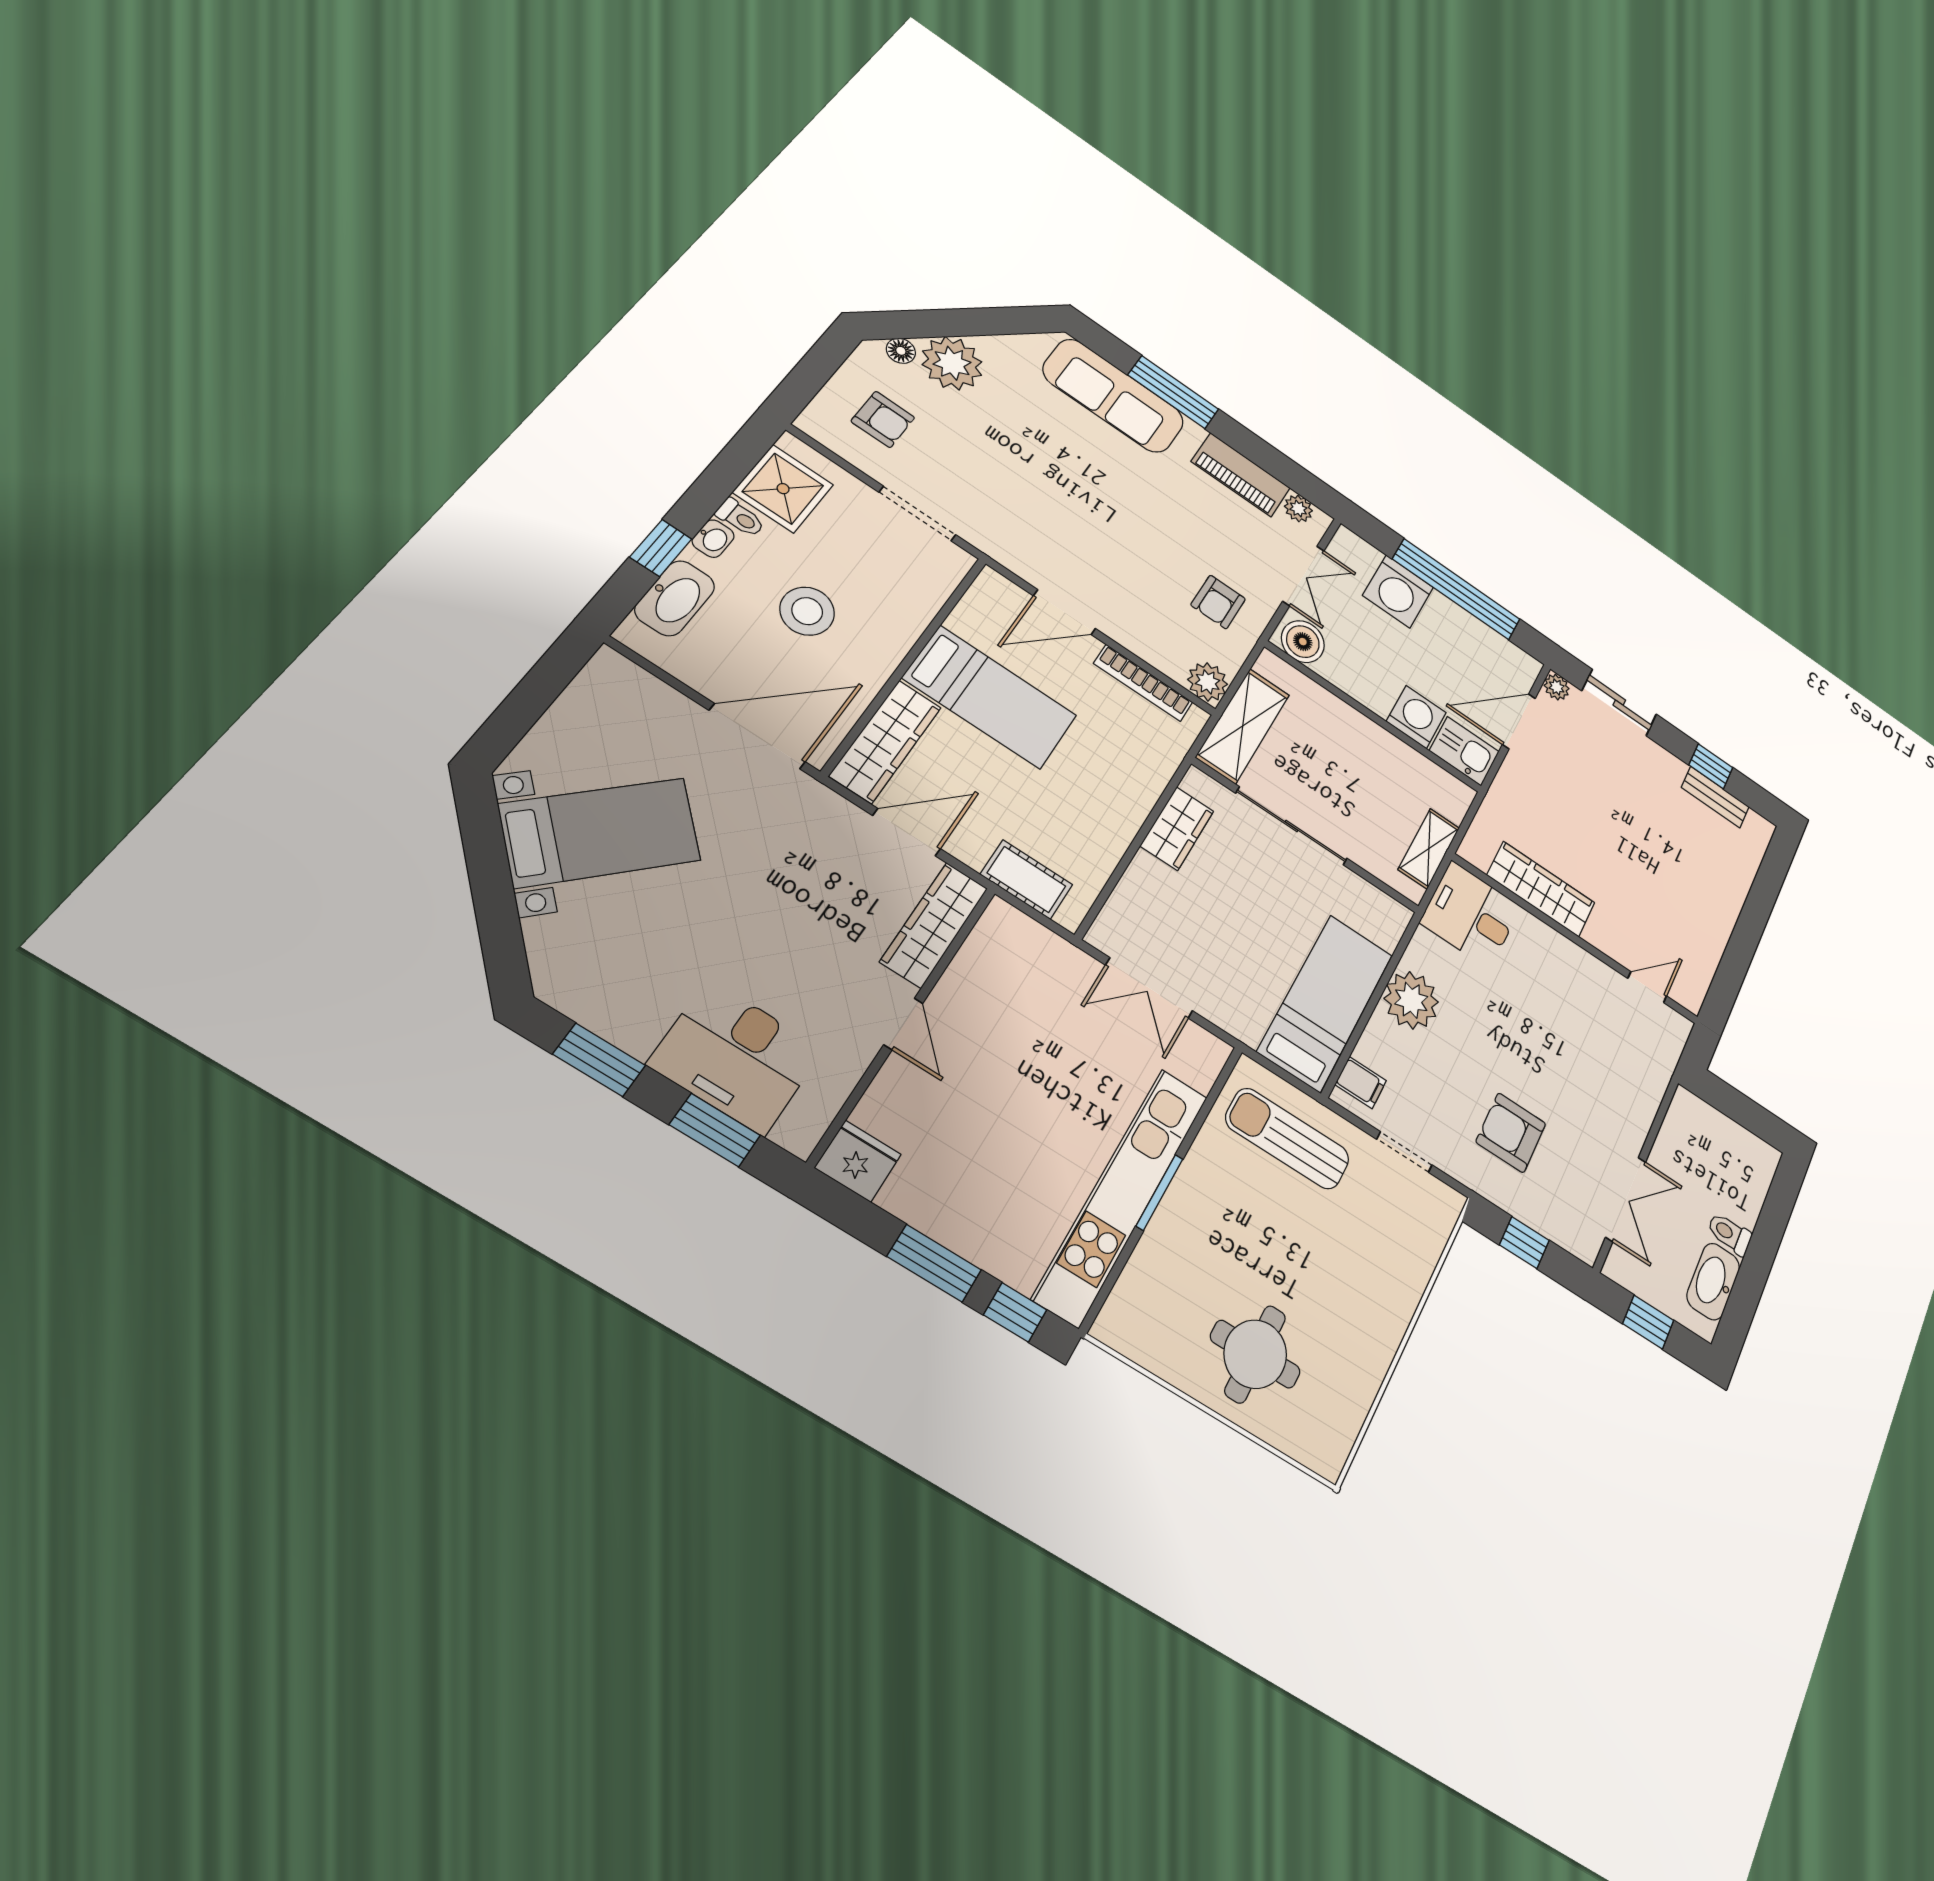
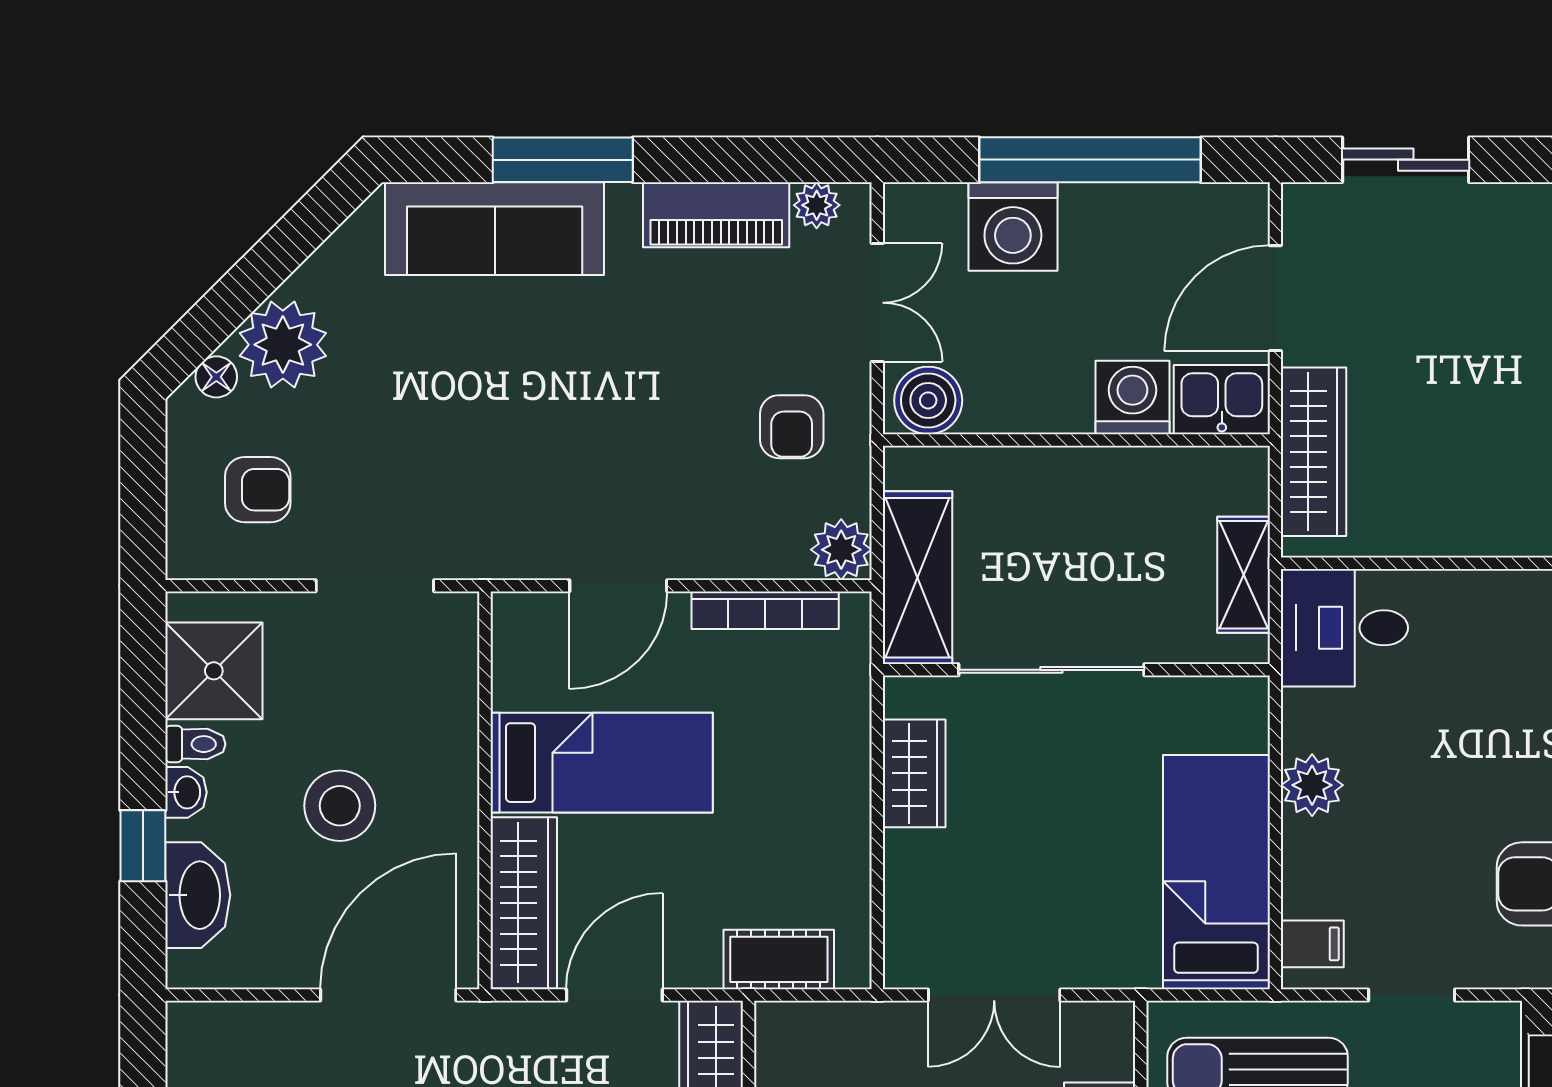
plant: (1557, 687) -> (1304, 204), removed
wardrobe: (1541, 889) -> (1314, 452), moved, turned 90
plant: (1411, 1000) -> (1312, 785), width x0.73, depth x0.73

